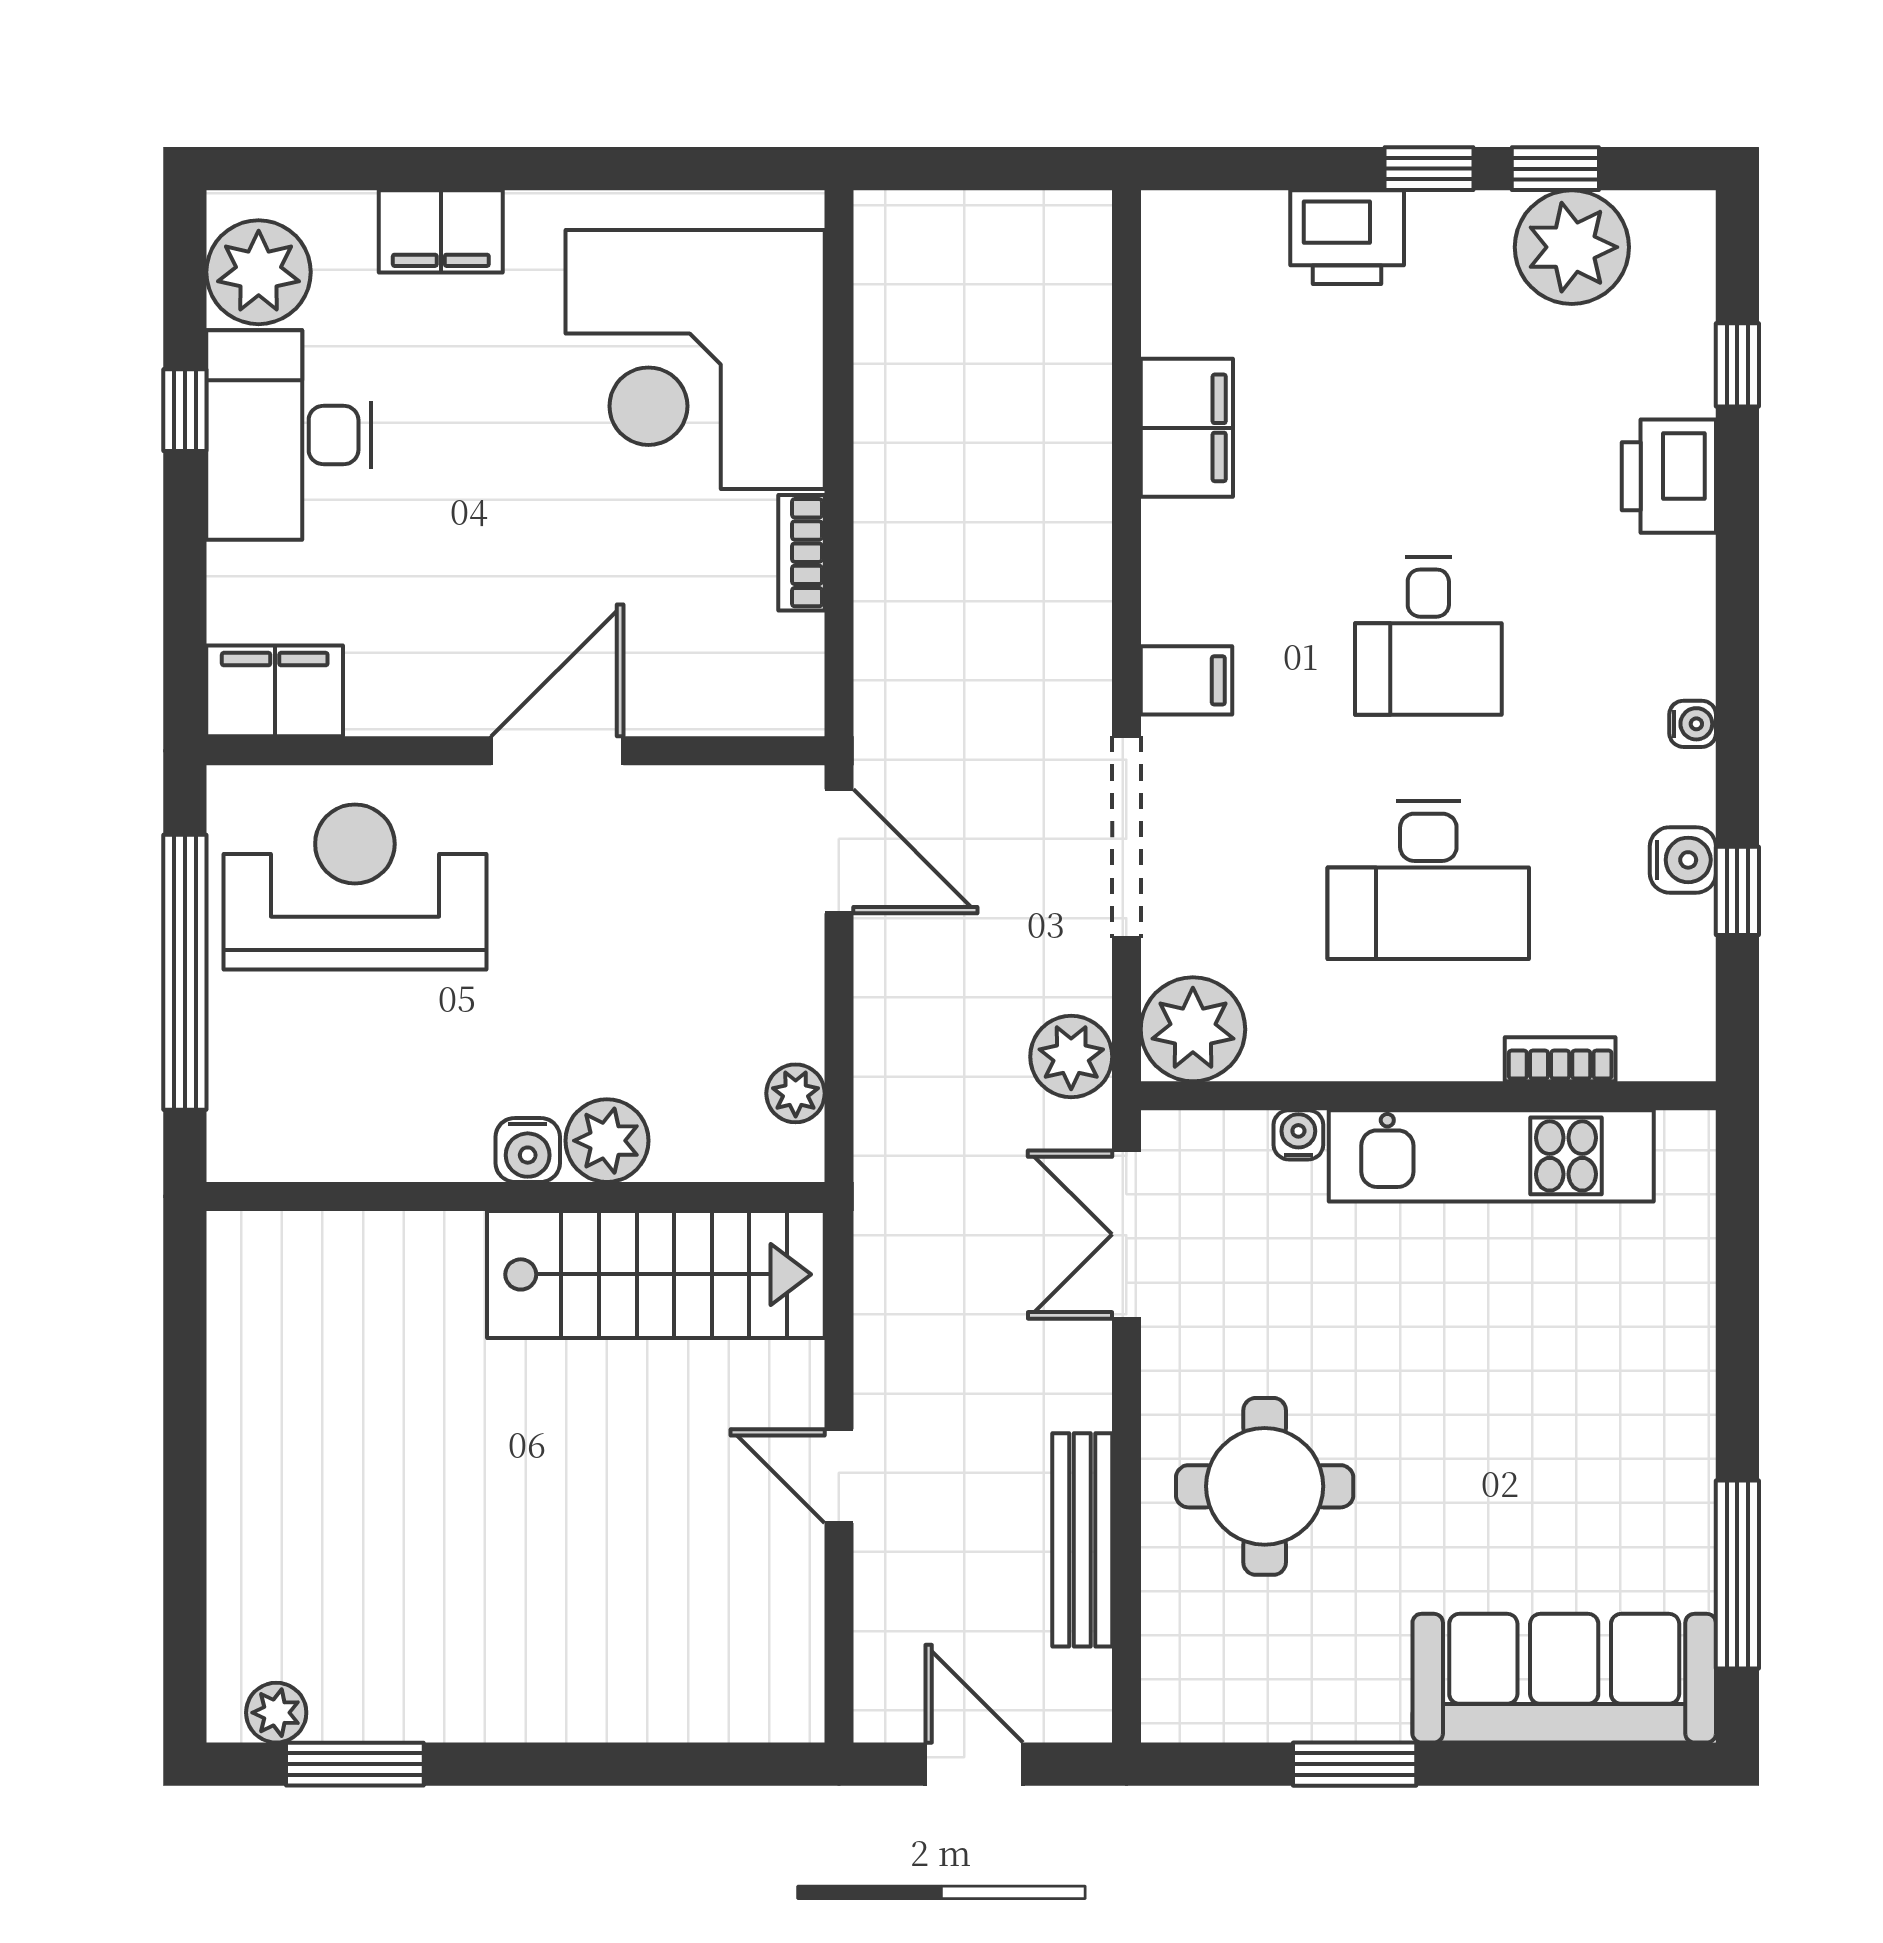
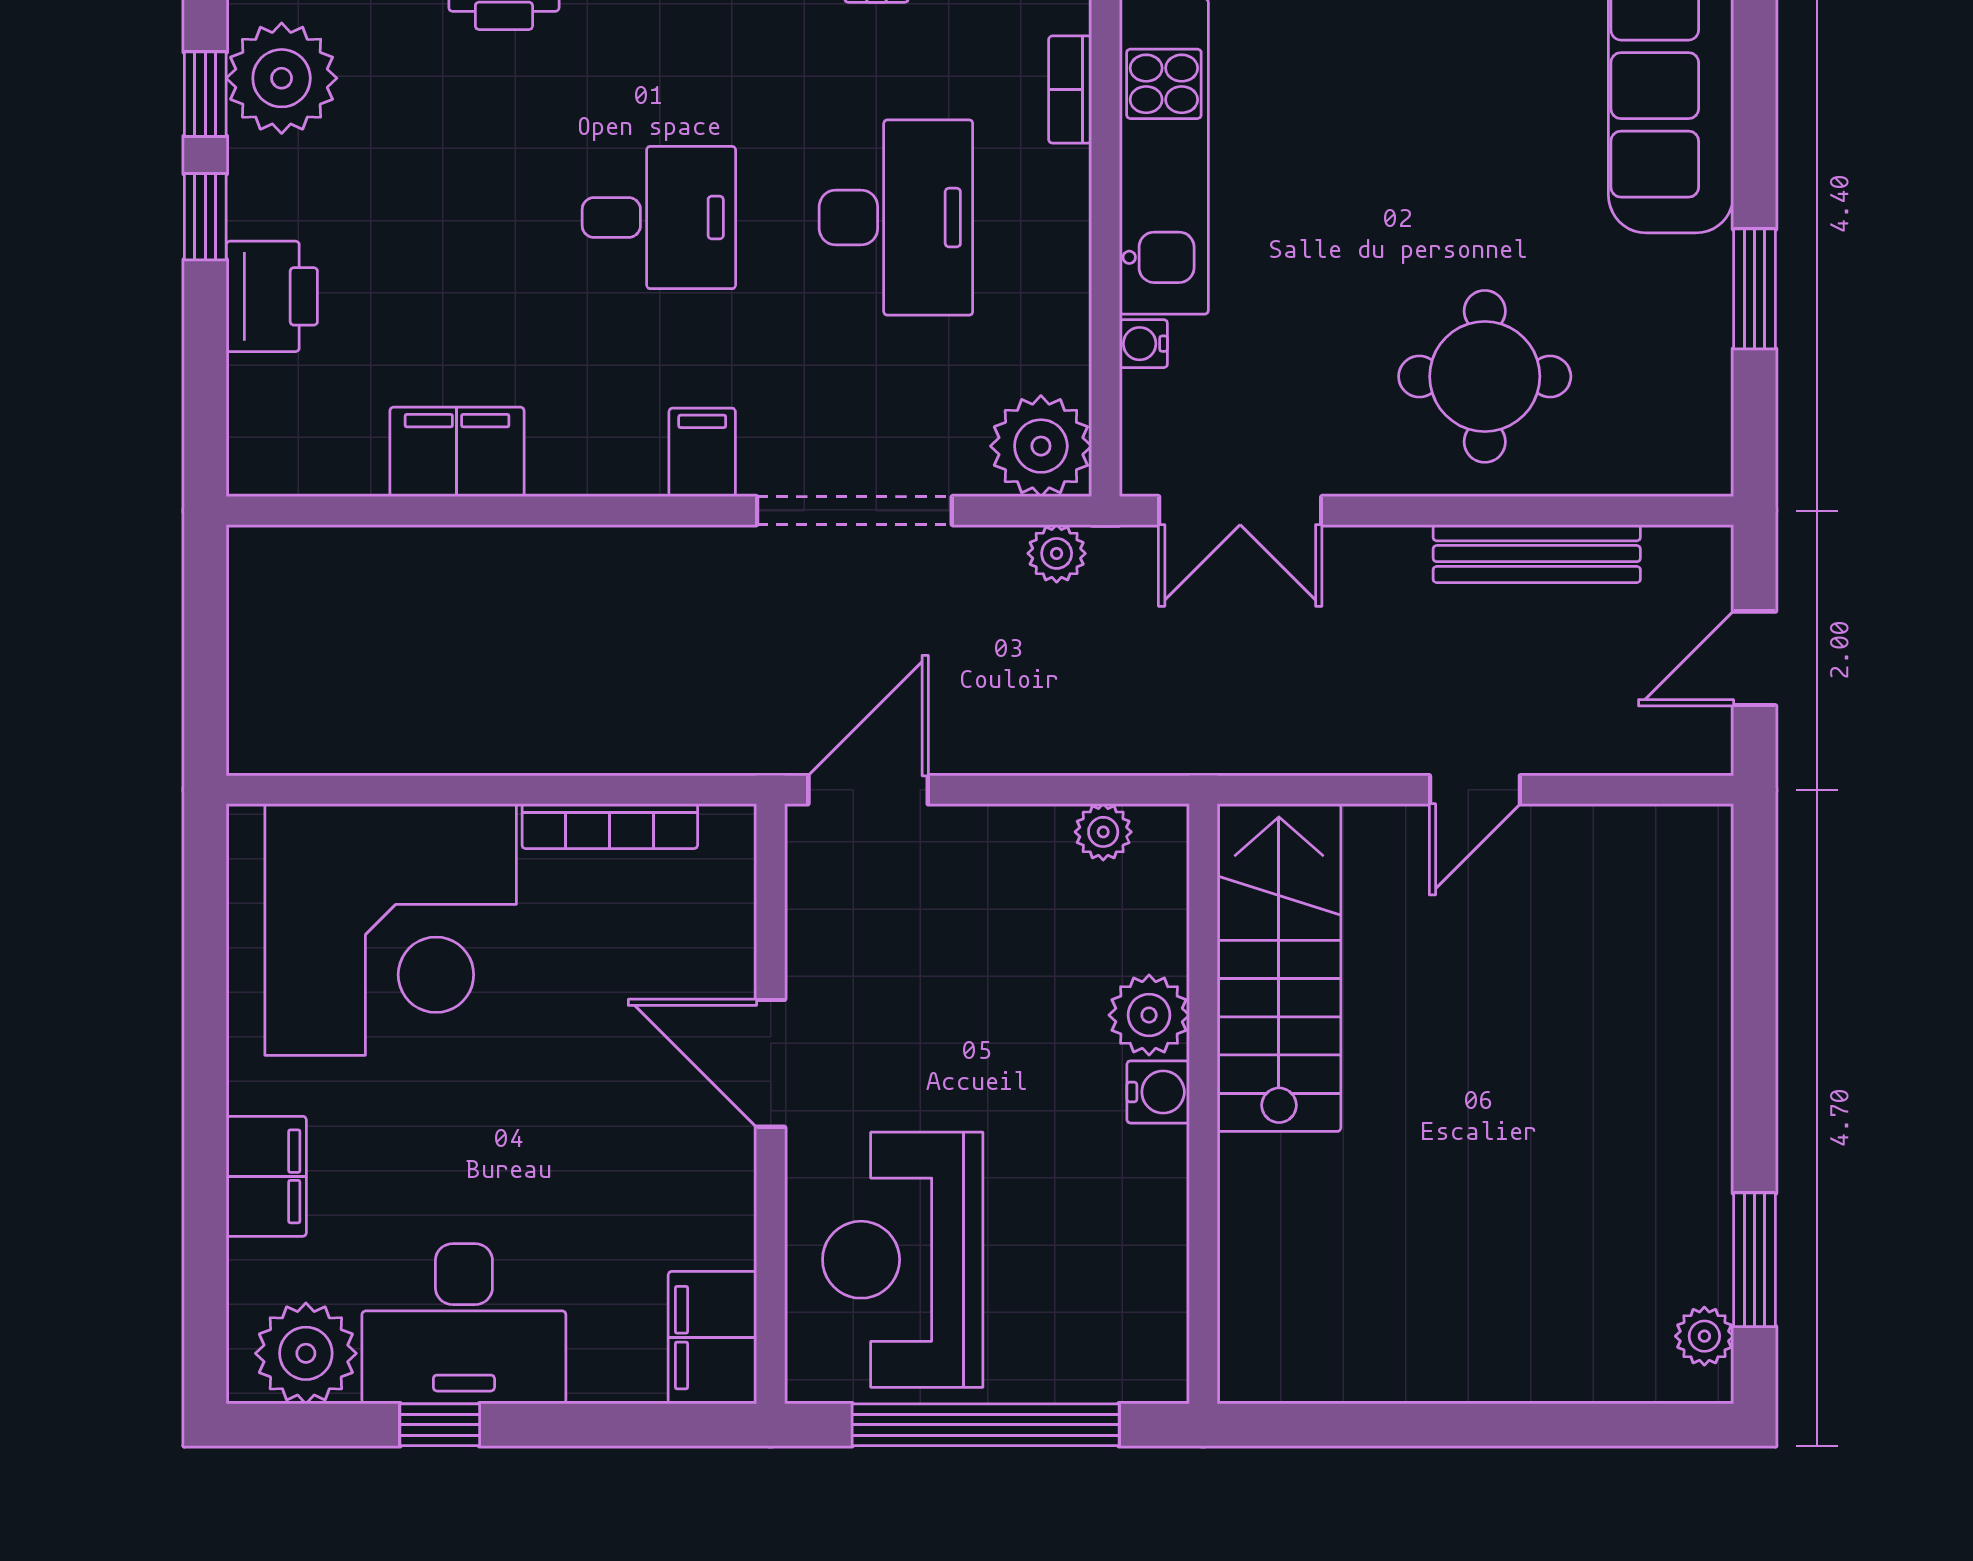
bookcase: (801, 553) -> (610, 826), width x1.56
plant: (1071, 1057) -> (1057, 553), width x0.73, depth x0.73

